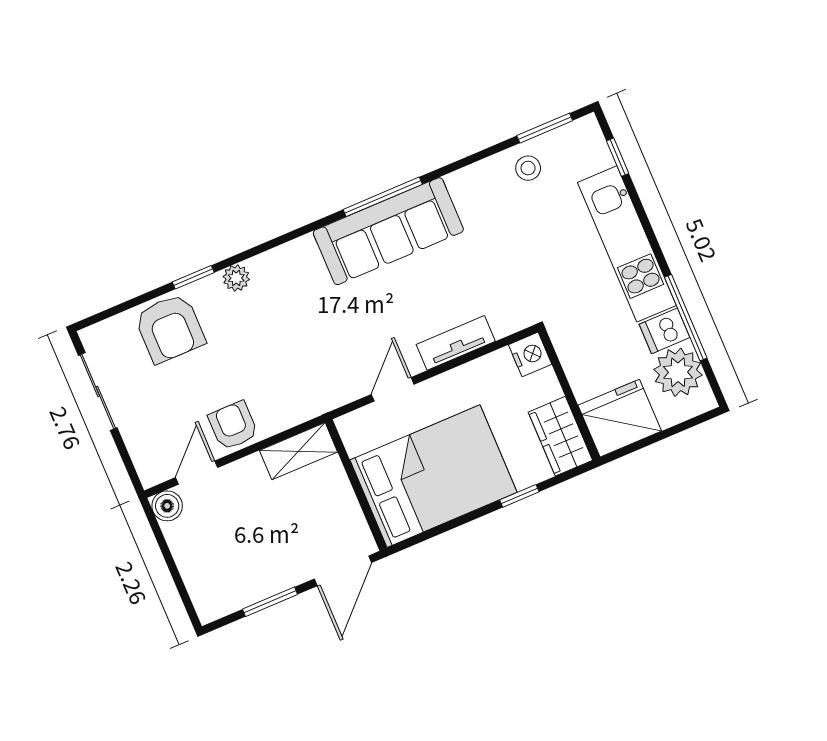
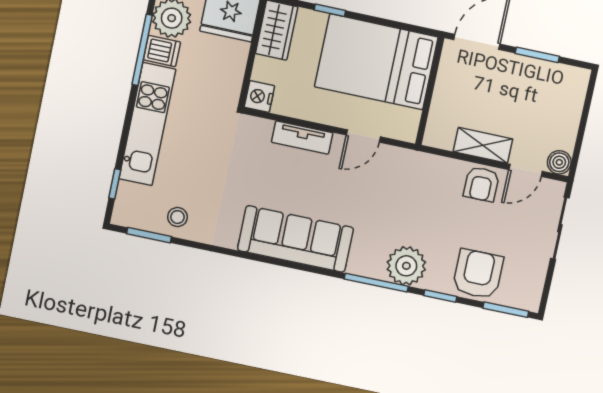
window: (383, 197) -> (376, 283), moved
plant: (236, 278) -> (406, 266), width x1.88, depth x1.88
window: (113, 311) -> (506, 310), added
sliding door: (98, 391) -> (560, 228), moved
shelving: (298, 451) -> (483, 145), moved

